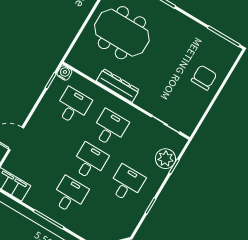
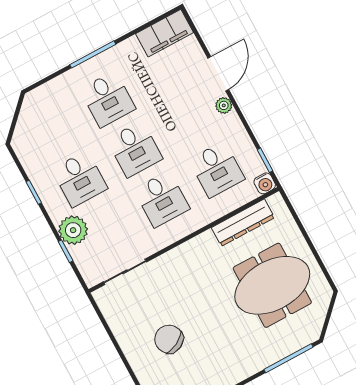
chair: (204, 78) -> (169, 339), moved, turned 153
dresser: (118, 85) -> (243, 223), moved
plant: (33, 124) -> (224, 105), added
plant: (166, 159) -> (73, 230), moved

